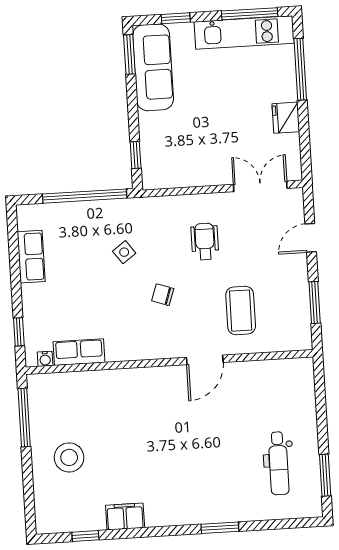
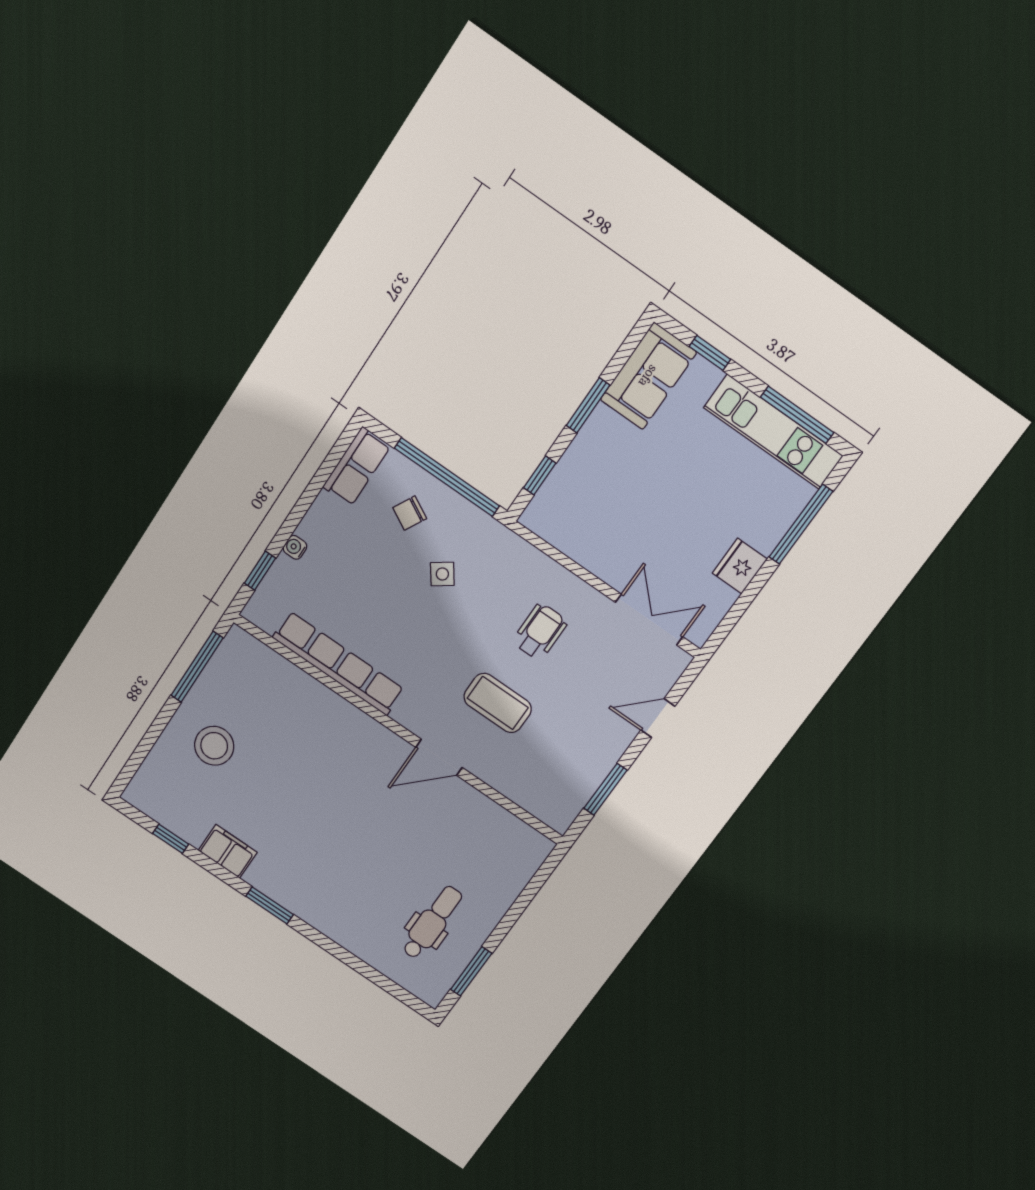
window: (129, 54) -> (588, 405), moved
sofa: (153, 67) -> (648, 376), width x0.73
row of seats: (31, 257) -> (357, 467), moved
chair: (163, 295) -> (410, 513), moved, turned -81
coffee table: (241, 311) -> (498, 703), moved, turned 90
row of seats: (79, 352) -> (338, 663), width x2.02
water cooler: (45, 359) -> (295, 547), moved, turned 90
dental chair: (279, 463) -> (432, 922), turned 180
window: (220, 528) -> (270, 905), moved

